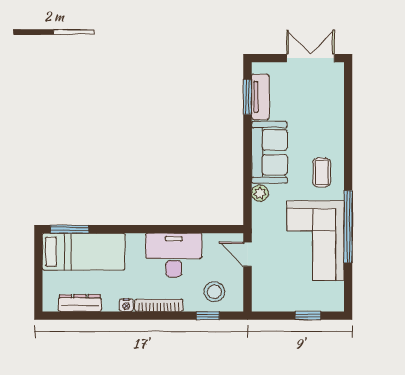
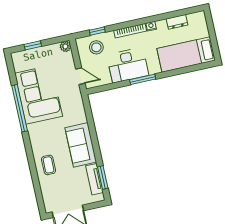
coffee table: (322, 172) -> (48, 165), moved
plant: (260, 193) -> (65, 46), moved
window: (70, 229) -> (143, 79), moved
dresser: (80, 303) -> (177, 22), width x0.70

